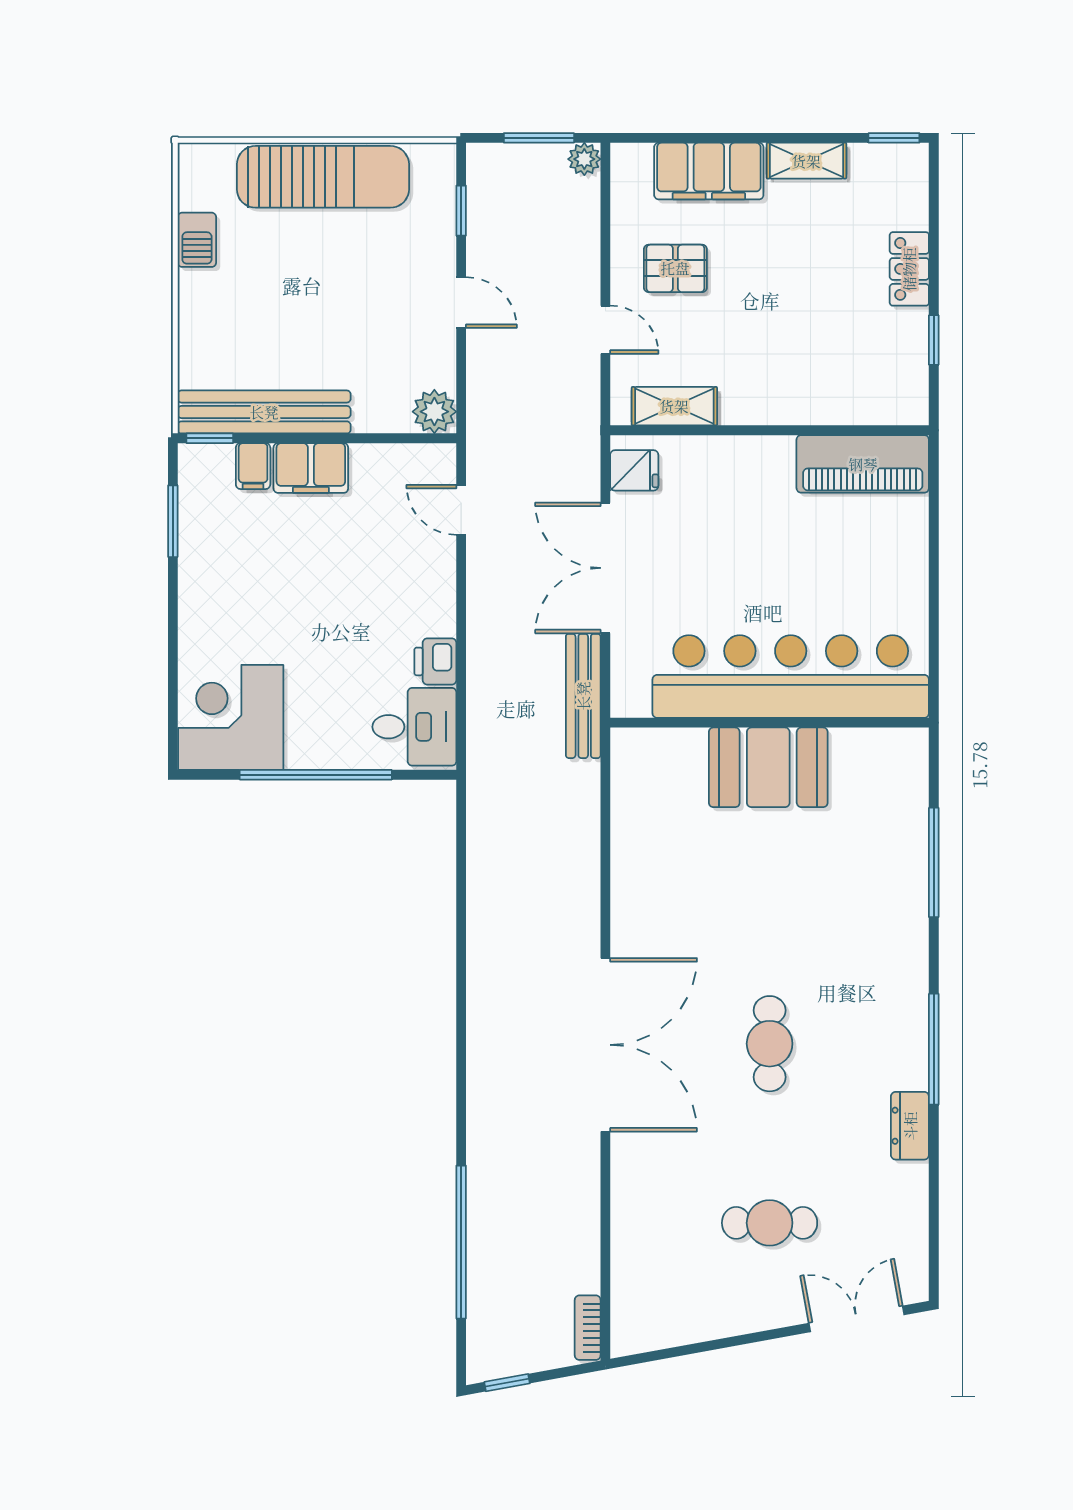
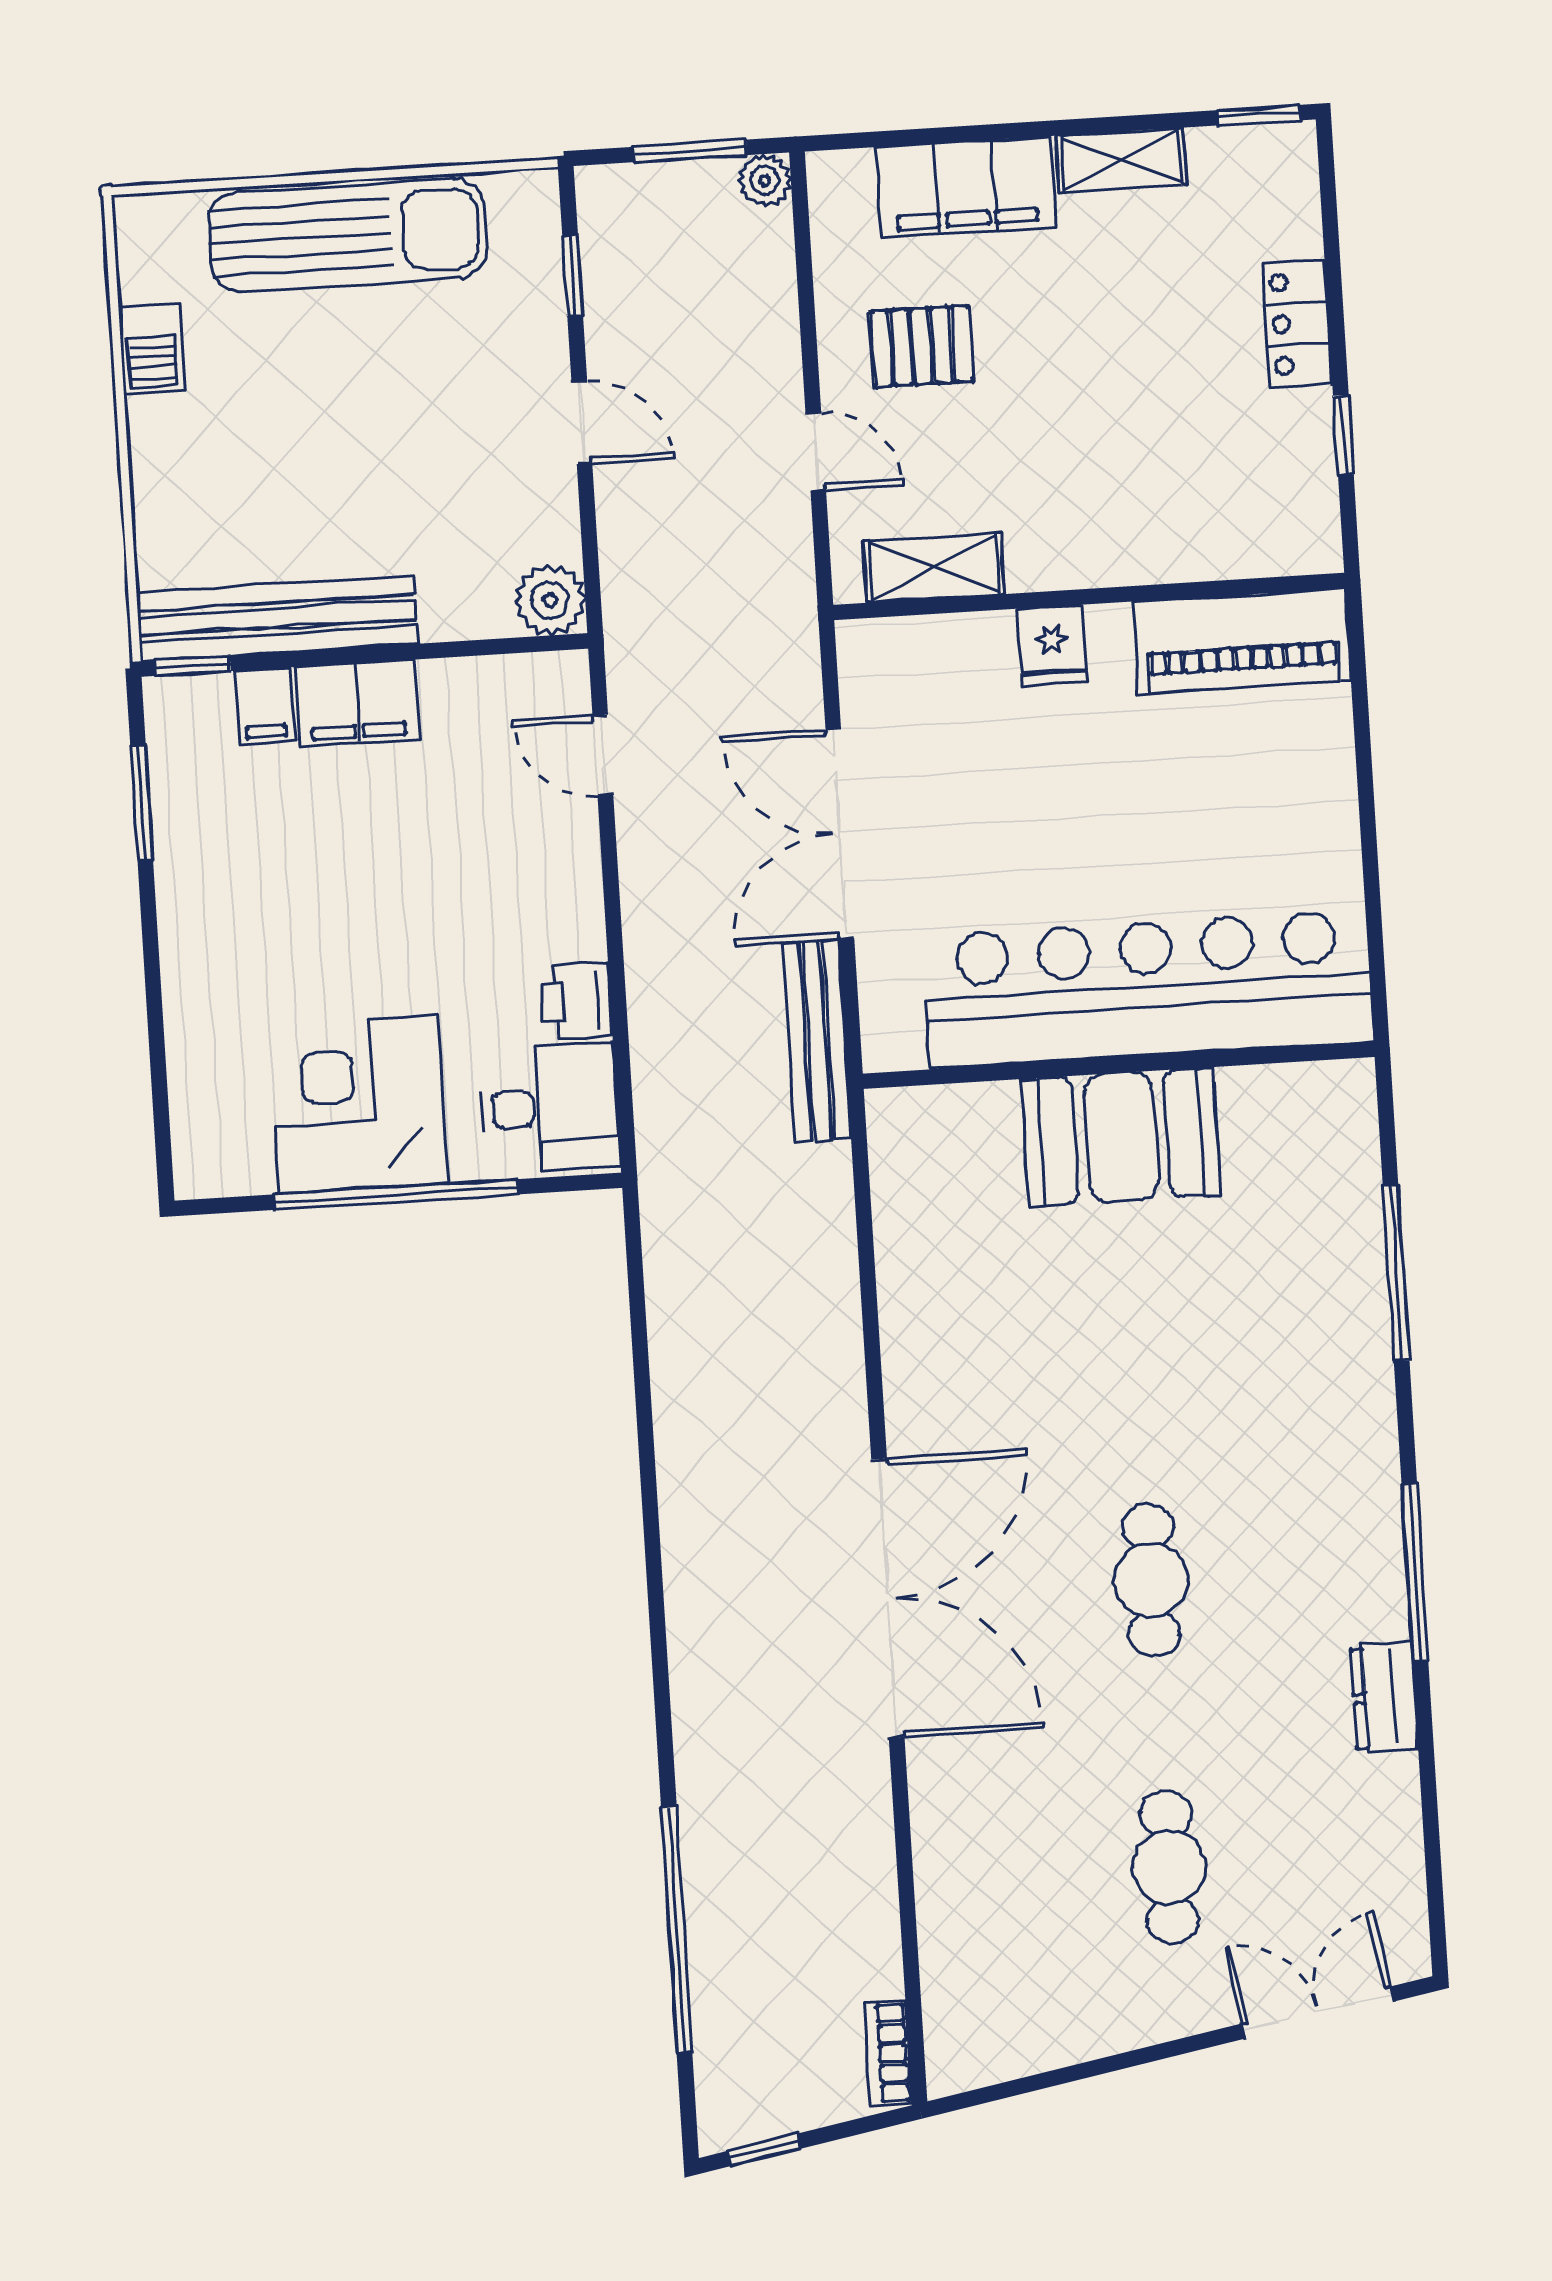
fridge: (634, 470) -> (1052, 645), moved, turned 90
corner desk: (231, 717) -> (358, 1105), moved
cafe table: (770, 1223) -> (1169, 1867), turned 90

